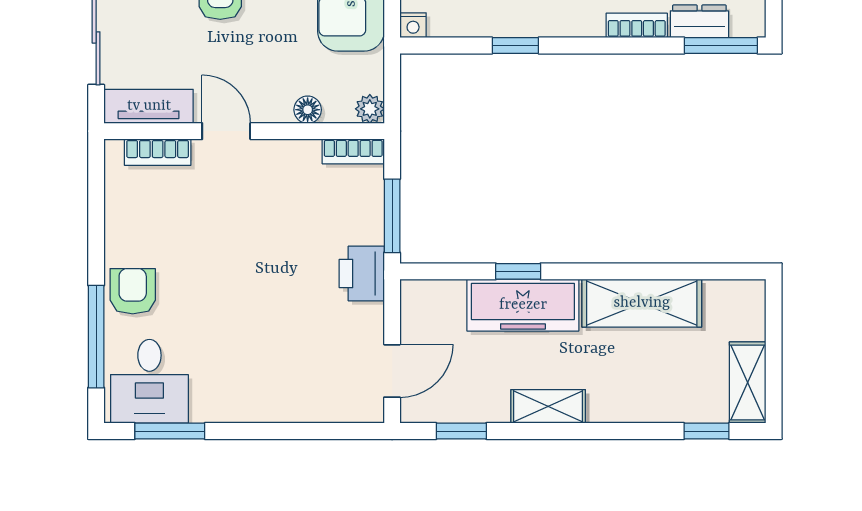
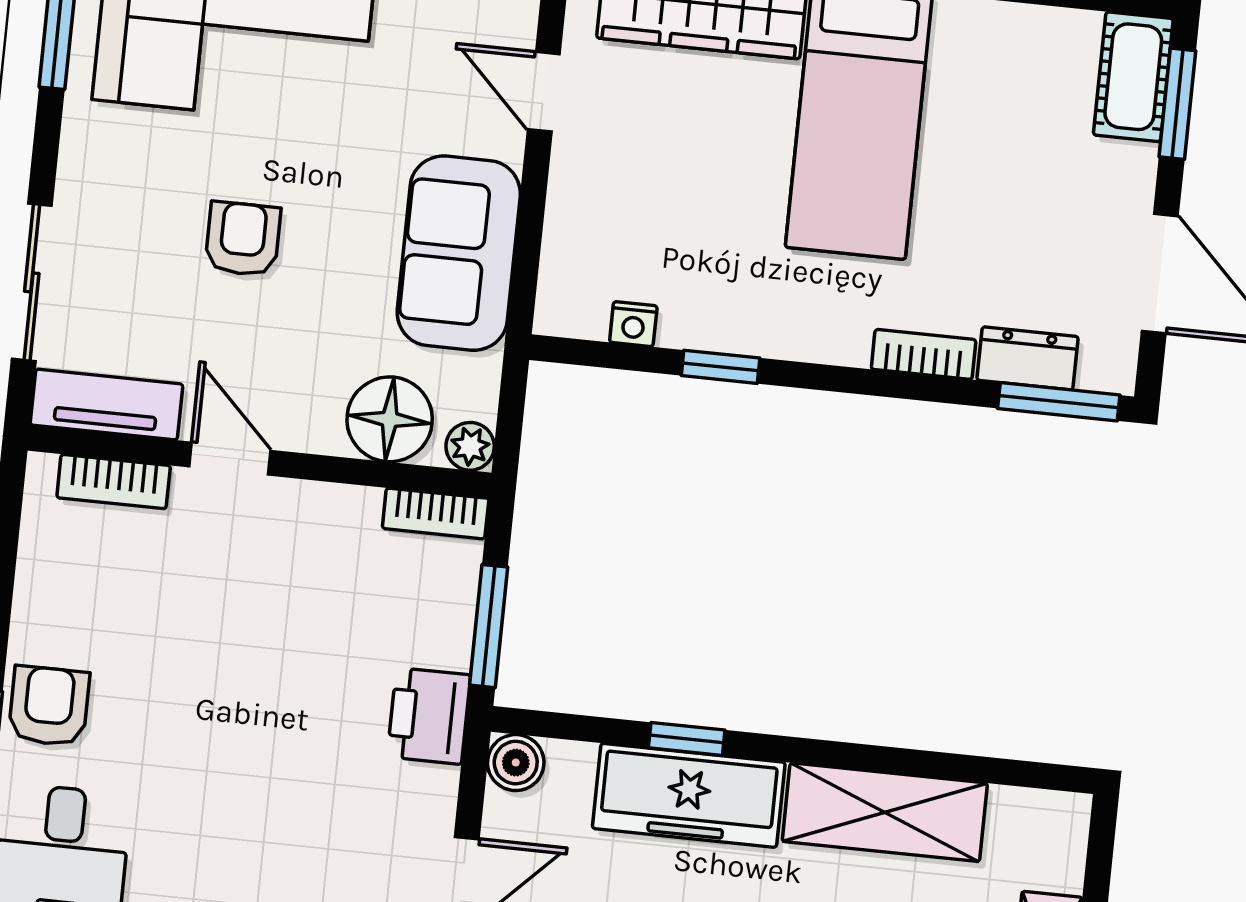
nightstand: (413, 25) -> (633, 324), moved
floor lamp: (308, 110) -> (390, 419), width x1.89, depth x1.89
boiler: (417, 296) -> (516, 763), added

